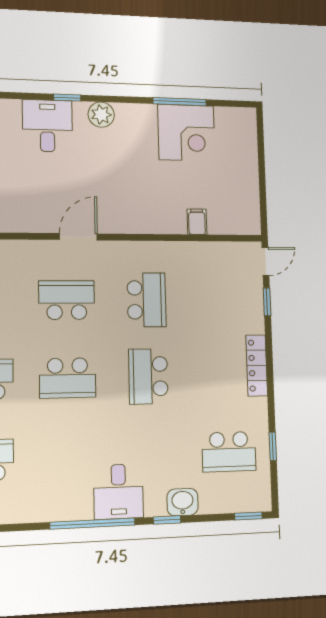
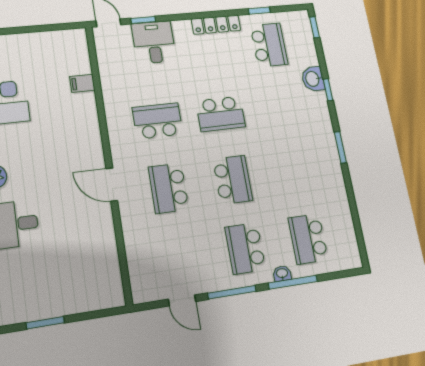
locker: (257, 365) -> (216, 25), moved
desk: (119, 491) -> (154, 42), moved, turned -90
window: (93, 524) -> (340, 147), width x0.47

